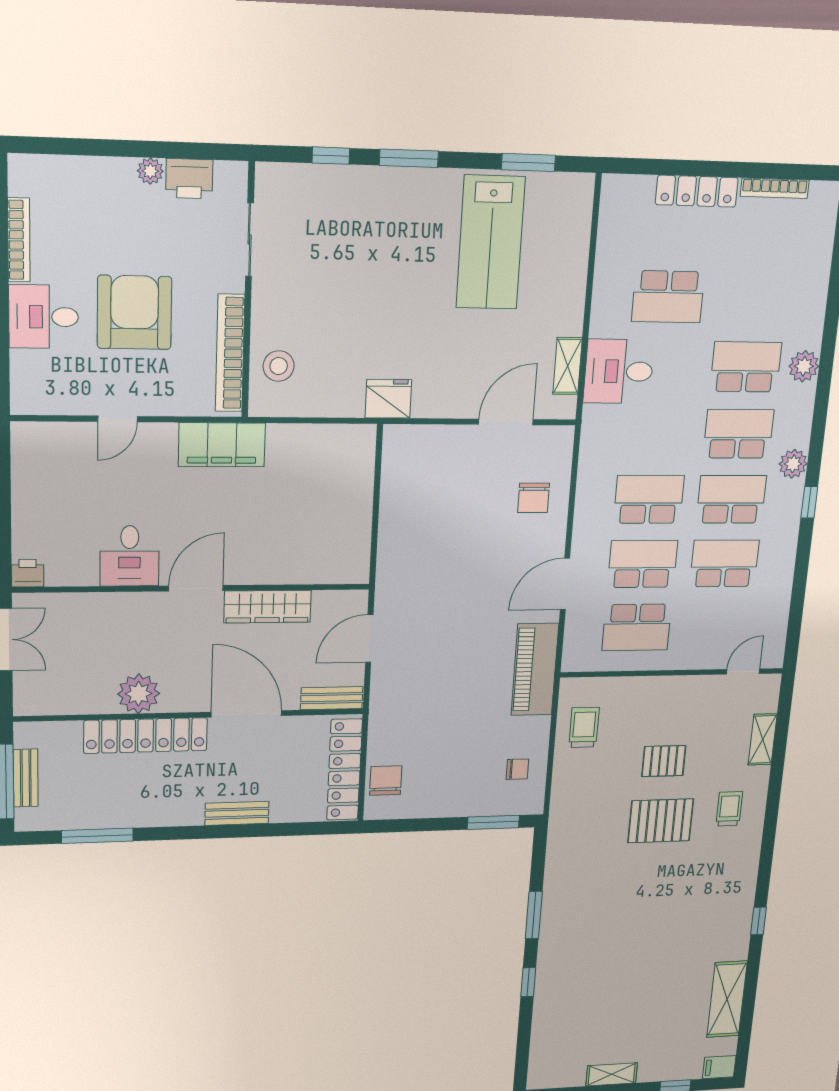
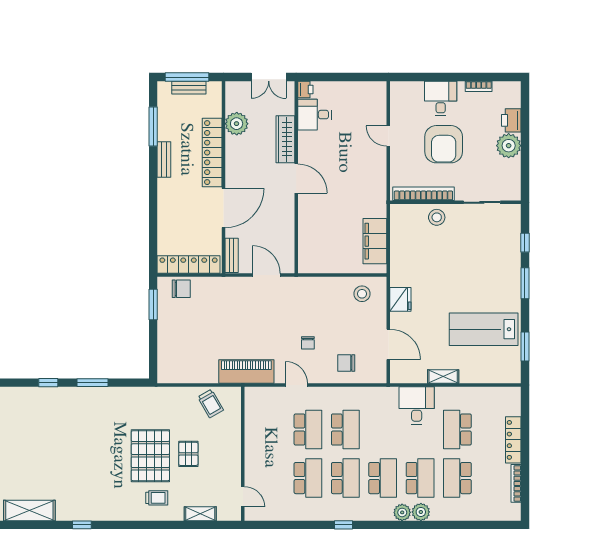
plant: (150, 171) -> (509, 146), width x1.88, depth x1.88
printer: (189, 179) -> (511, 120), moved
bookcase: (19, 240) -> (479, 86), width x0.64
armchair: (135, 312) -> (444, 144), turned 90
stool: (279, 366) -> (437, 217), moved
shelving: (568, 366) -> (443, 376), moved
fridge: (388, 399) -> (400, 299), moved
filing cabinet: (222, 445) -> (375, 241), moved
plant: (793, 464) -> (402, 512), moved
stool: (412, 469) -> (362, 294), added
desk: (130, 556) -> (314, 115), moved
door: (565, 584) -> (297, 385), width x0.73
wardrobe: (267, 607) -> (285, 139), moved
school desk: (637, 627) -> (457, 478), moved
plant: (139, 694) -> (237, 124), moved
trolley: (584, 727) -> (211, 404), turned 60
chair: (517, 769) -> (308, 343), moved
bench: (237, 813) -> (164, 160), moved
pallet: (661, 821) -> (150, 456), width x1.37, depth x1.41
window: (493, 822) -> (153, 304), moved

